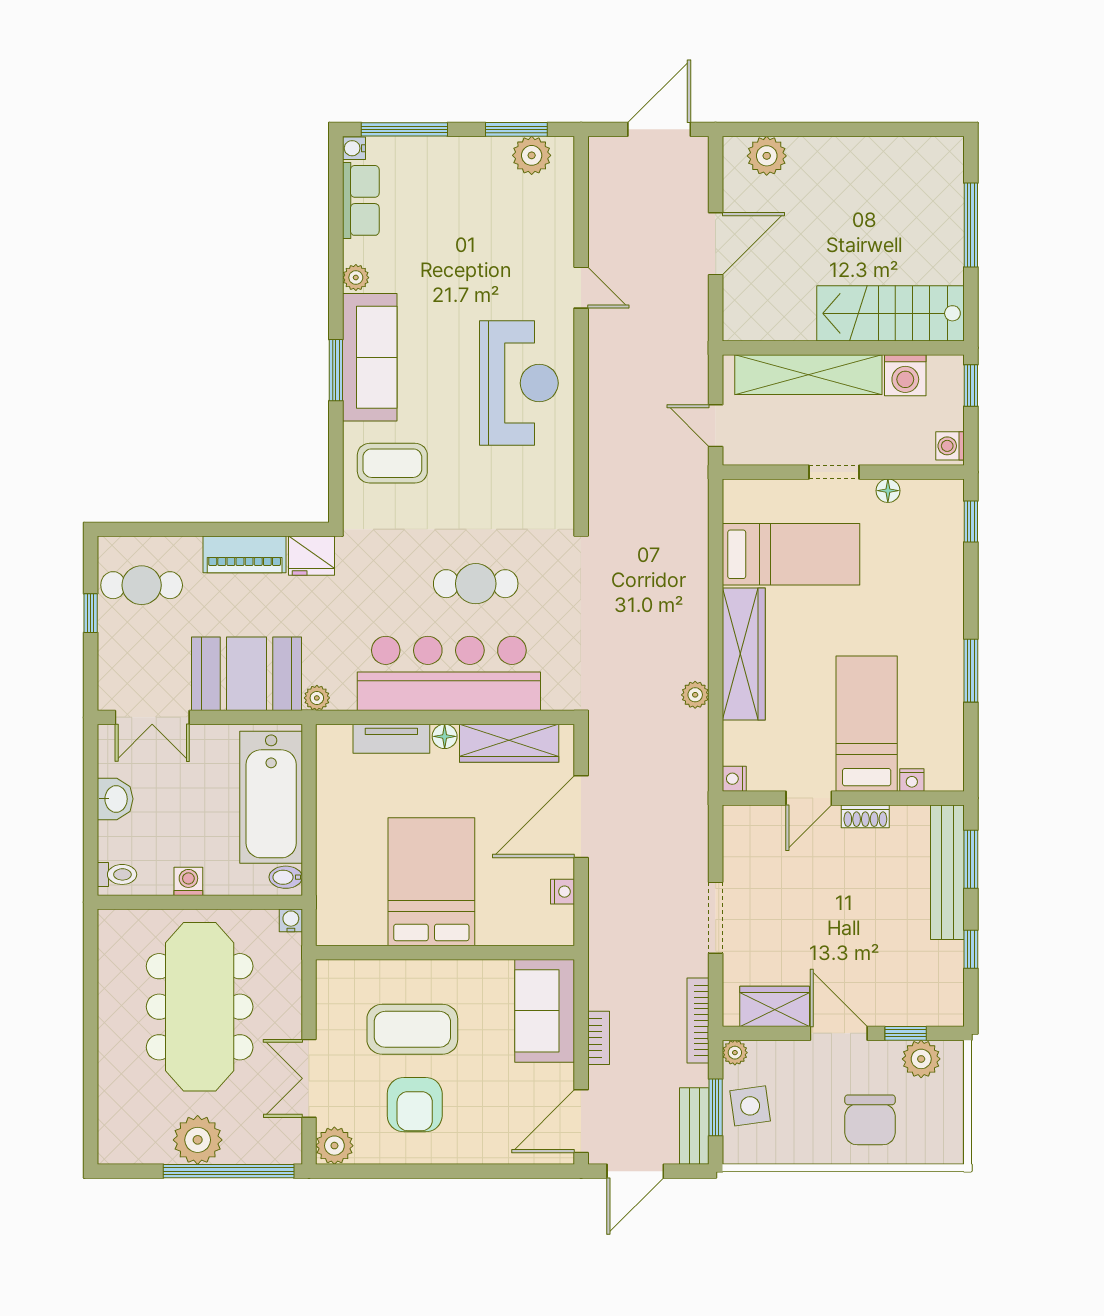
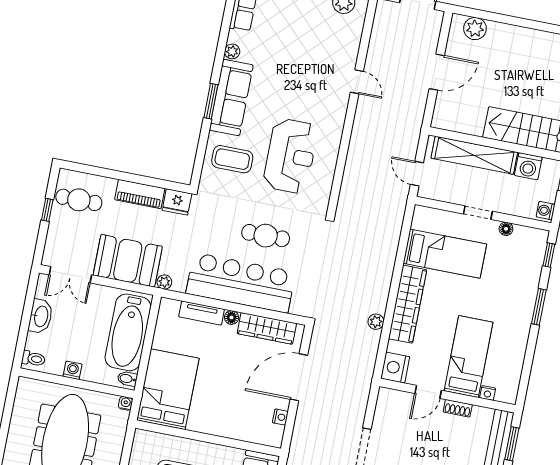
reception desk: (519, 383) -> (290, 156), moved
window: (971, 671) -> (539, 307), moved
nightstand: (734, 779) -> (395, 368), width x1.89, depth x1.79
washbasin: (115, 799) -> (41, 316), width x1.38
bed: (431, 882) -> (168, 389), moved

